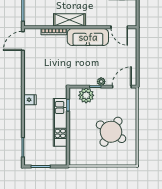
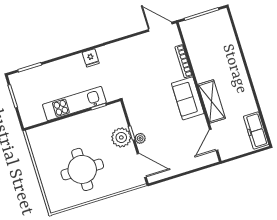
shelving: (69, 20) -> (212, 101), moved
sofa: (88, 37) -> (188, 98), width x0.73
plant: (86, 95) -> (121, 137), moved
round table: (111, 132) -> (82, 169), turned -33

